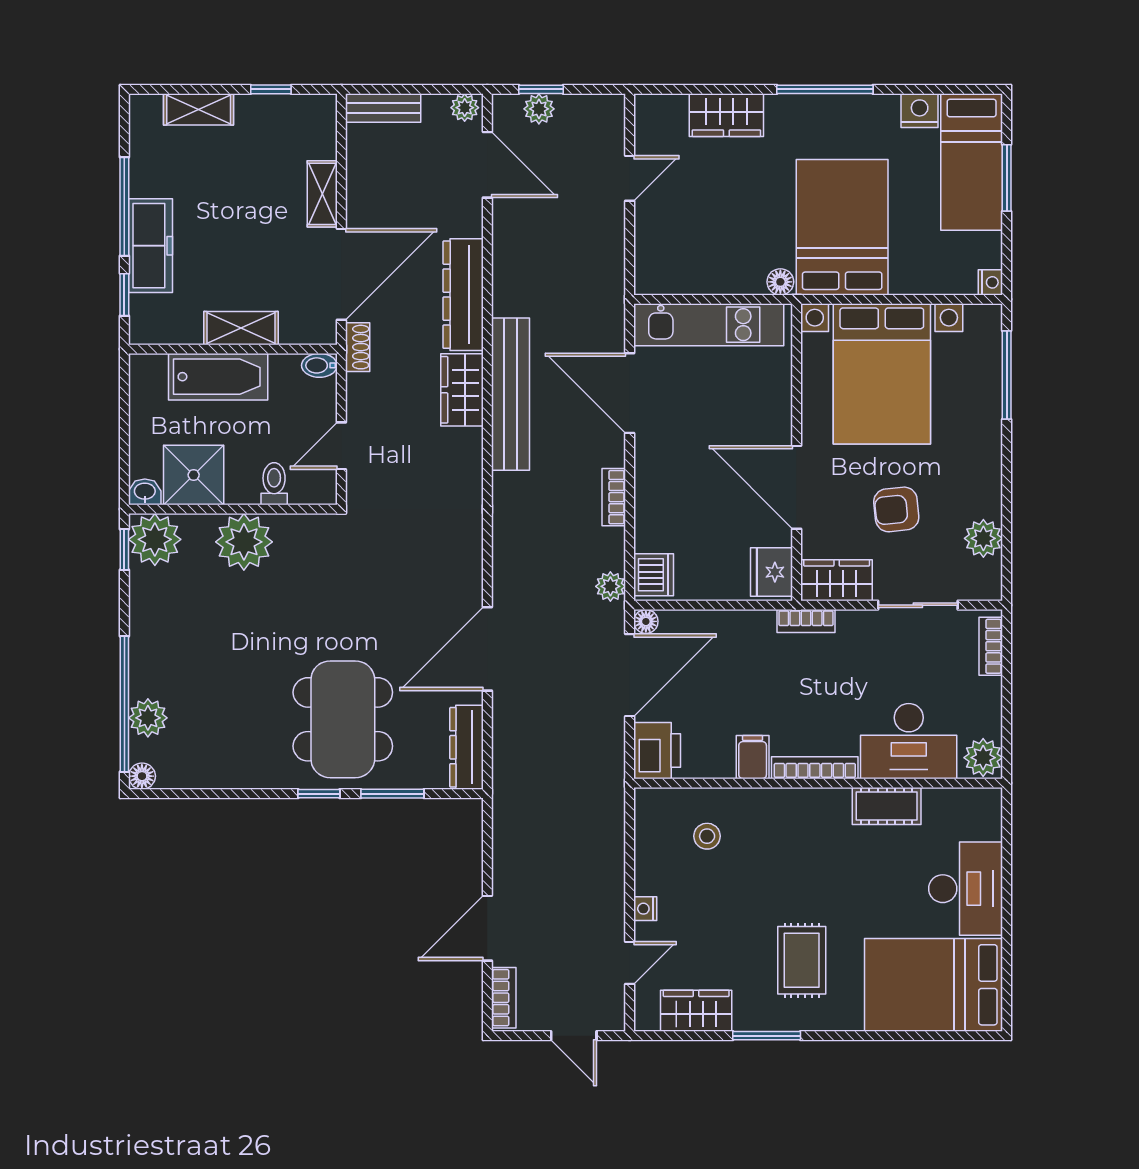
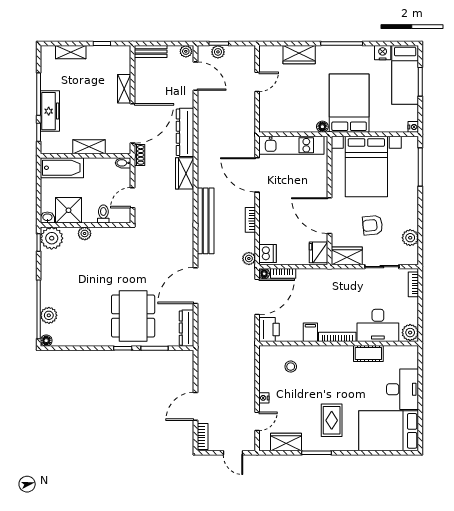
bathtub: (218, 377) -> (62, 168), moved
bench: (511, 394) -> (206, 221), moved
plant: (244, 542) -> (85, 233), width x0.53, depth x0.53
bookcase: (806, 621) -> (283, 273), moved

